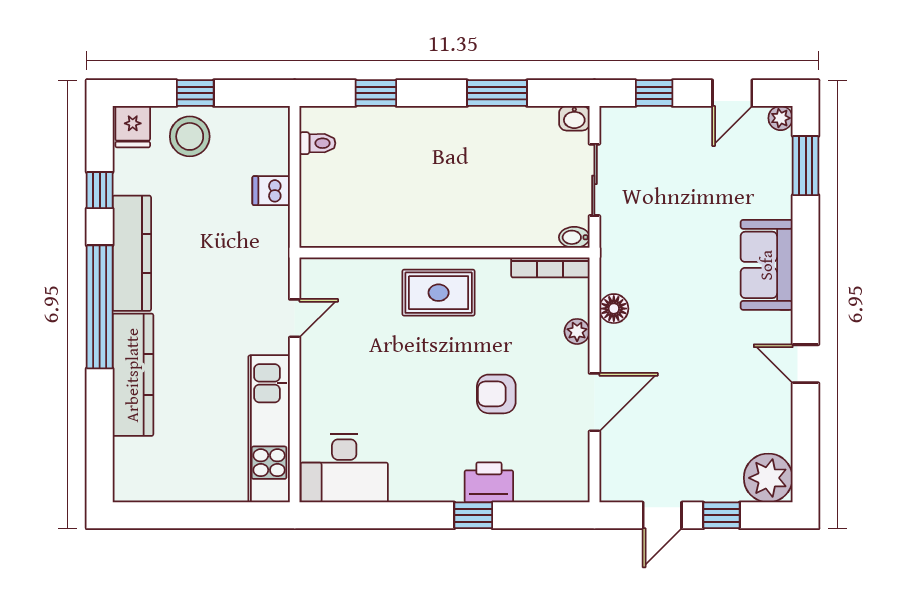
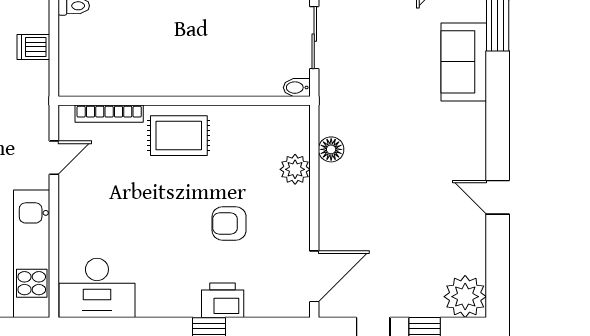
sofa: (767, 265) -> (464, 62), moved
bookcase: (550, 267) -> (109, 114), moved
plant: (577, 331) -> (295, 169), width x1.38, depth x1.38
door: (594, 402) -> (314, 276), moved

